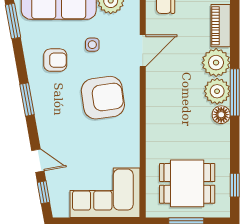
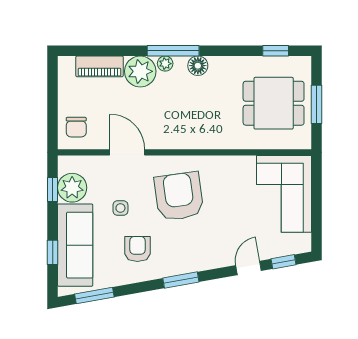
plant: (217, 91) -> (165, 64), width x0.53, depth x0.53
dining table: (187, 183) -> (274, 103), turned 90

